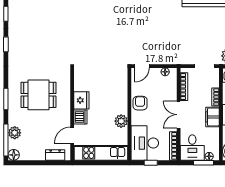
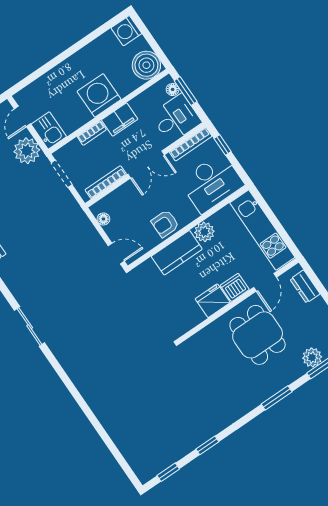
dining table: (38, 95) -> (258, 335), moved
kitchen counter: (120, 99) -> (177, 253), added
door: (72, 135) -> (265, 282), hinge flipped
window: (151, 163) -> (223, 145), moved

